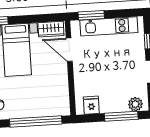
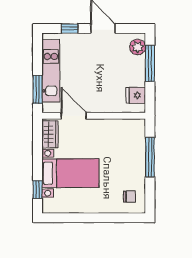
door: (69, 50) -> (74, 116), swing flipped
window: (36, 121) -> (150, 157), width x0.68

